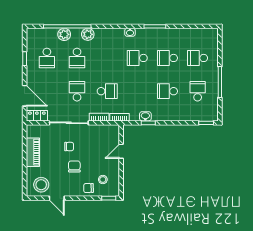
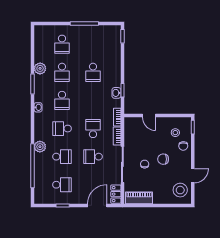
plant: (64, 34) -> (40, 68), moved
school desk: (198, 91) -> (62, 129), moved
piano: (33, 152) -> (139, 198), moved

